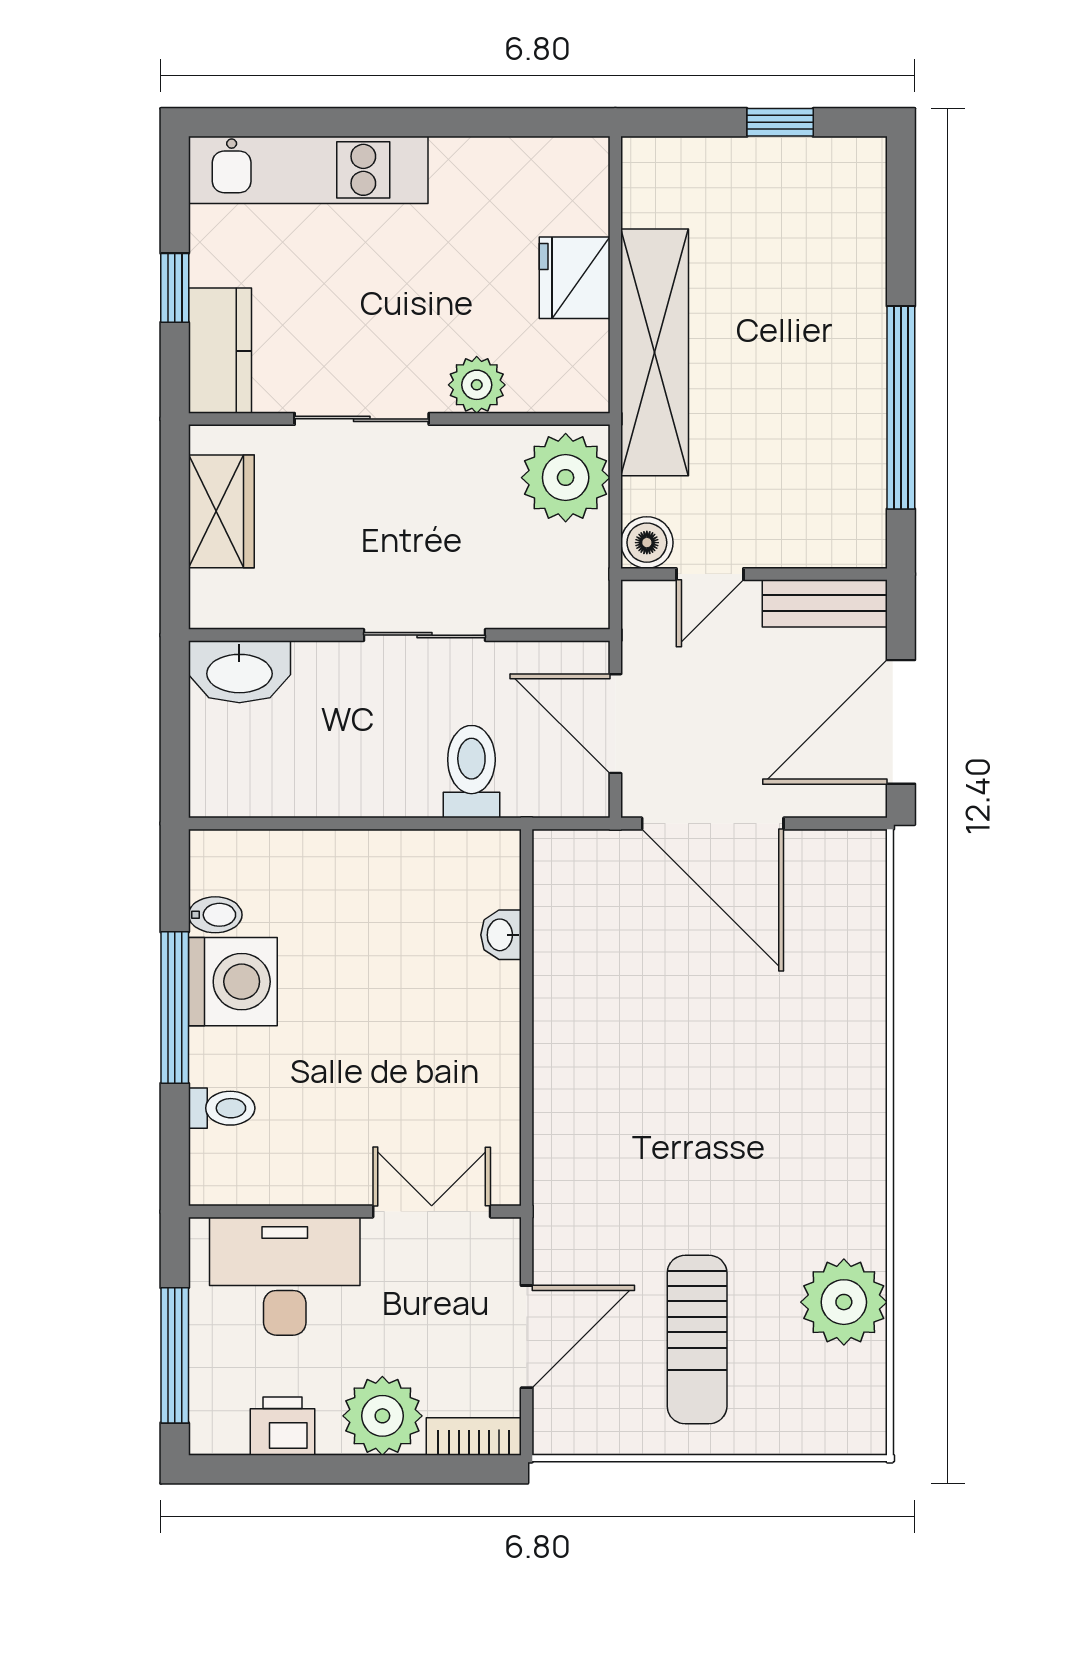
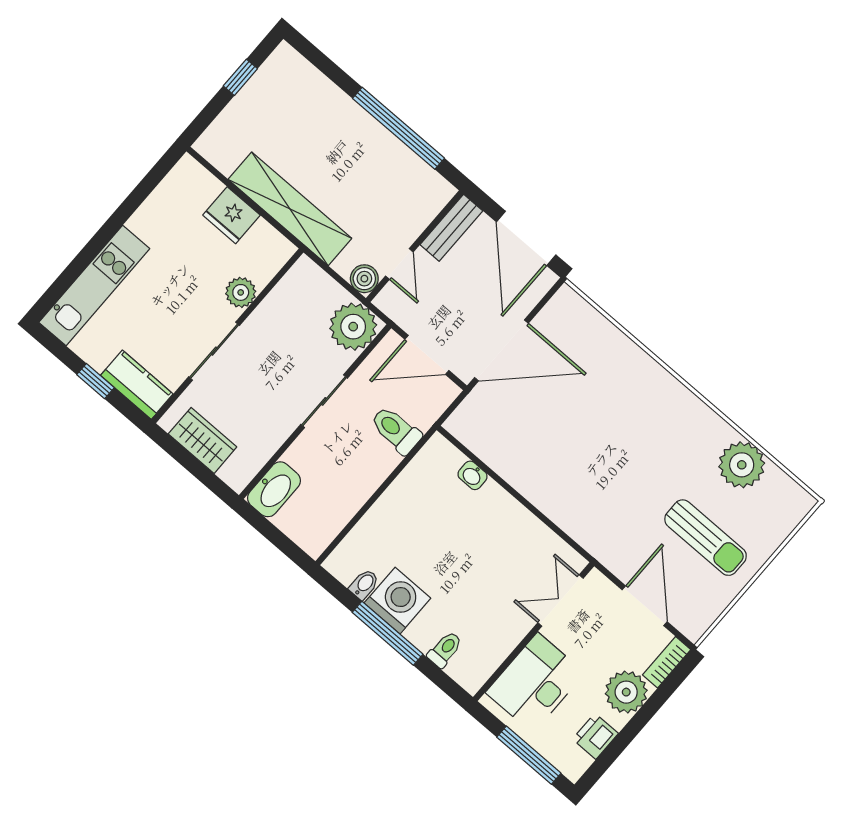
plant: (566, 478) -> (353, 327), moved

